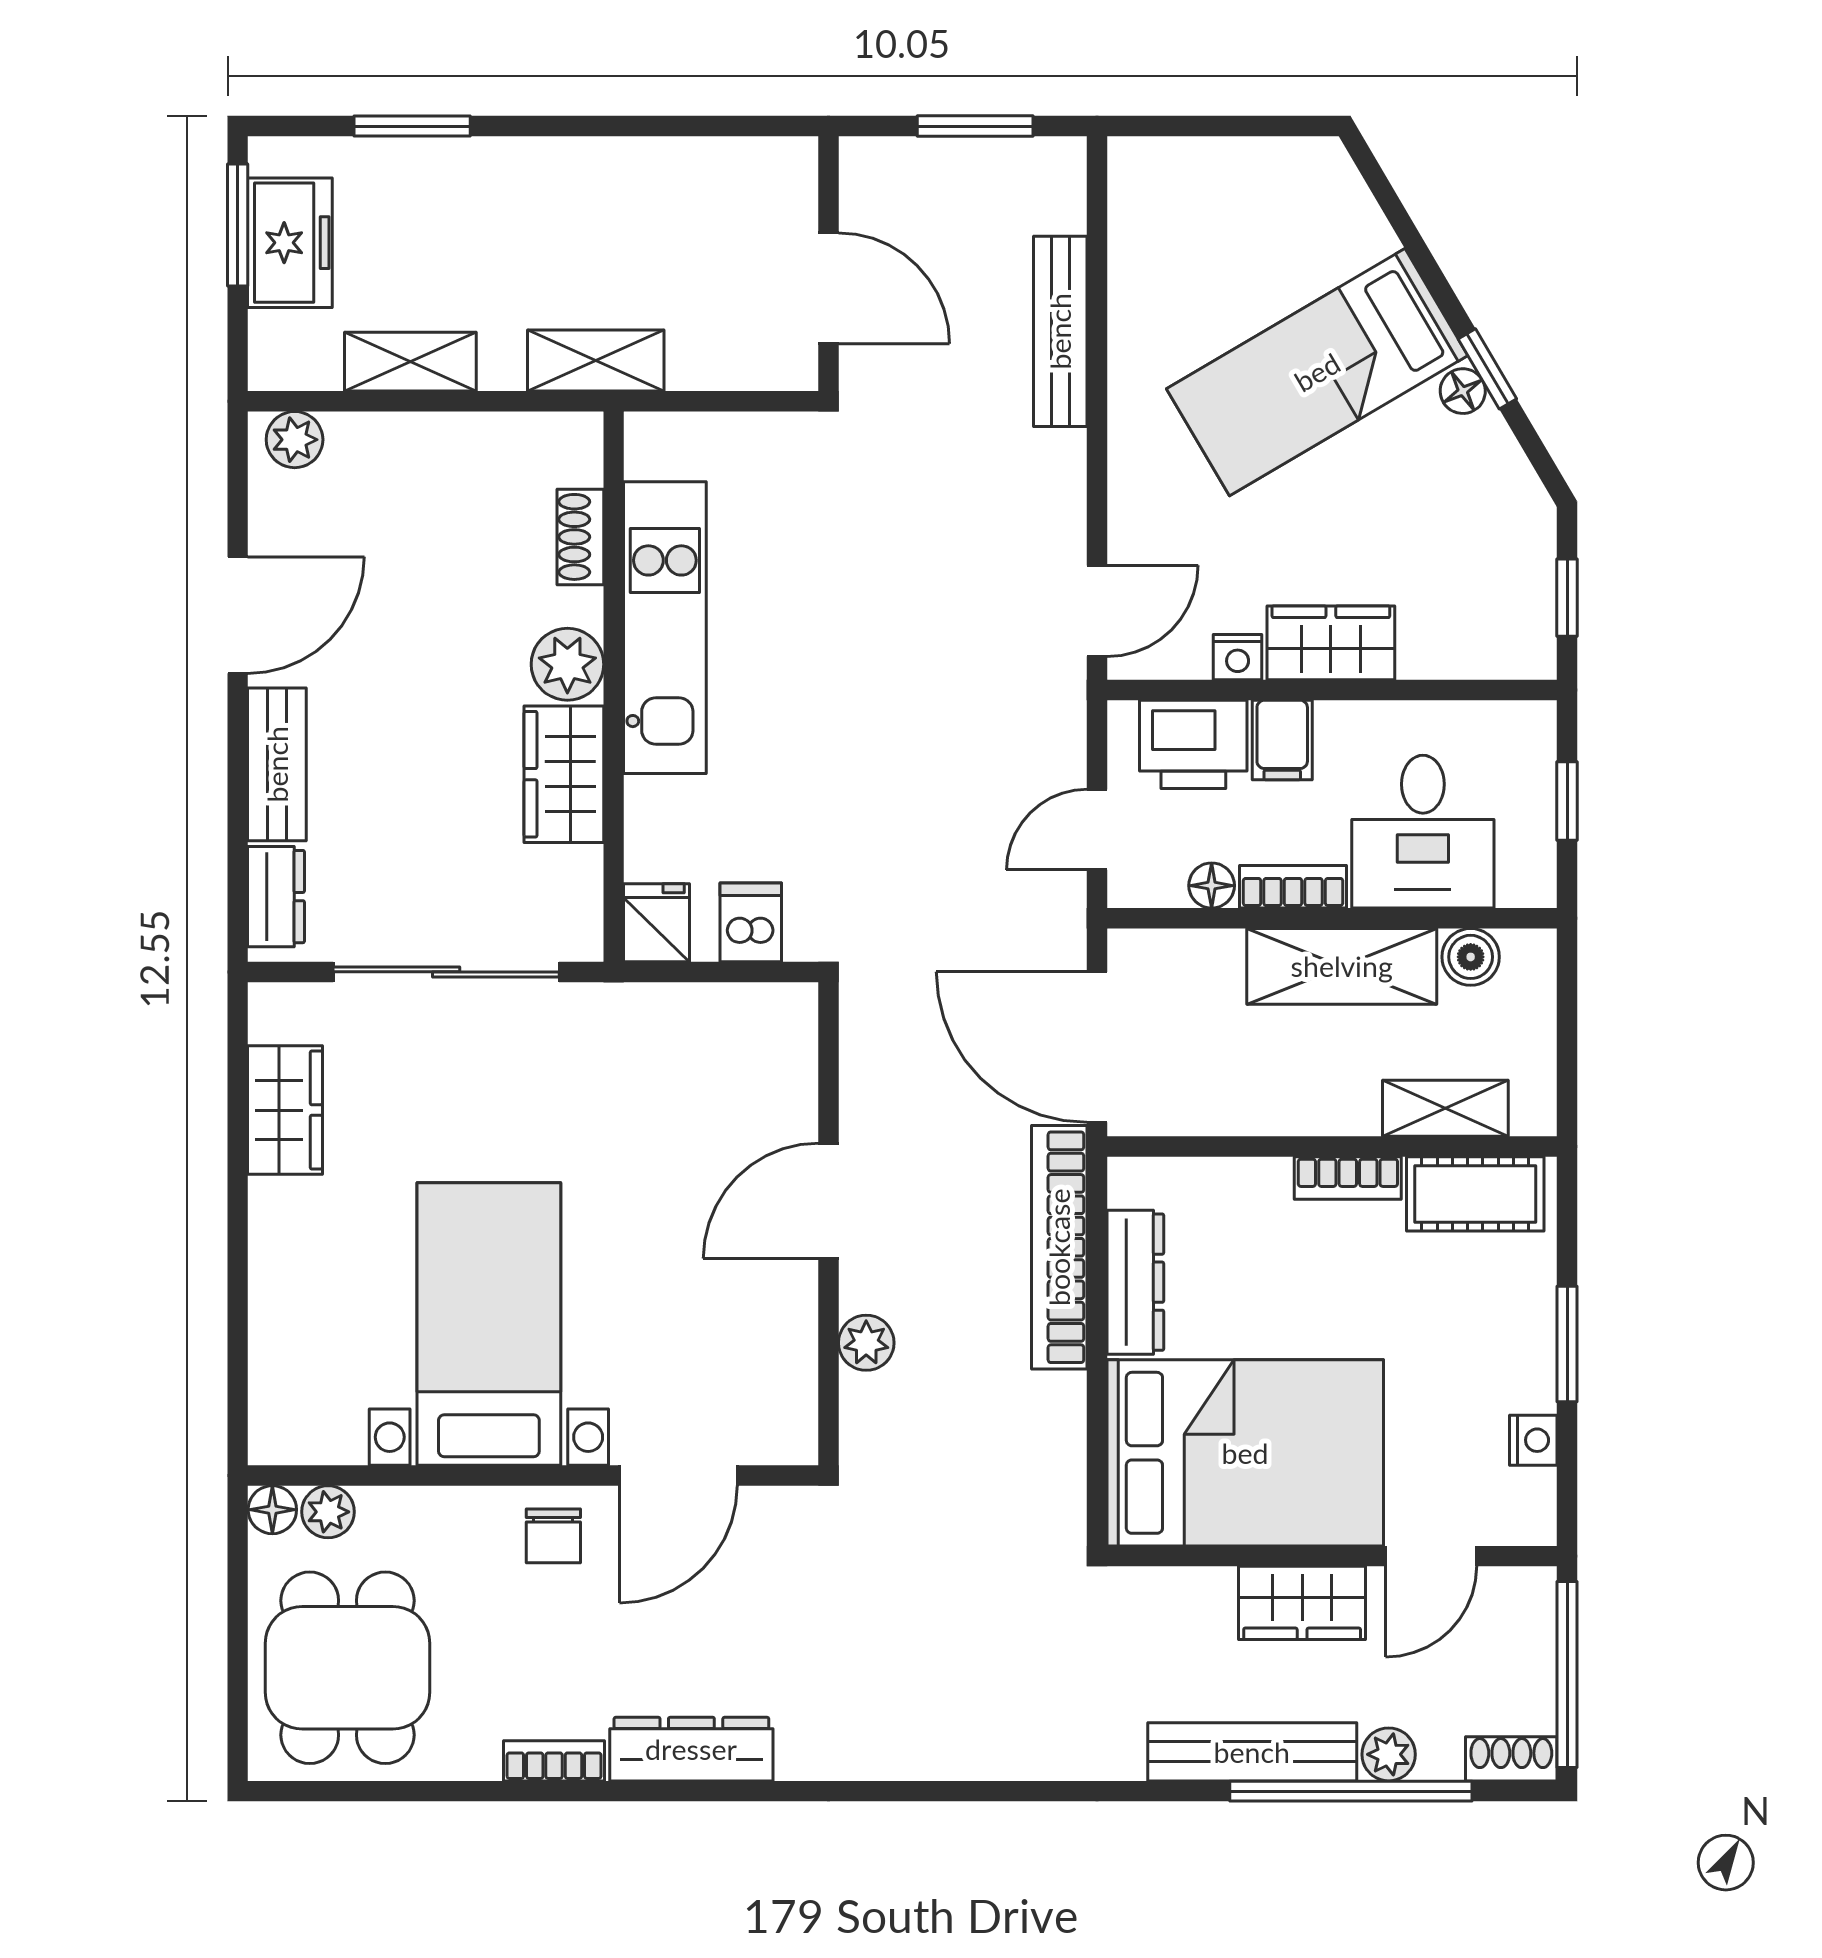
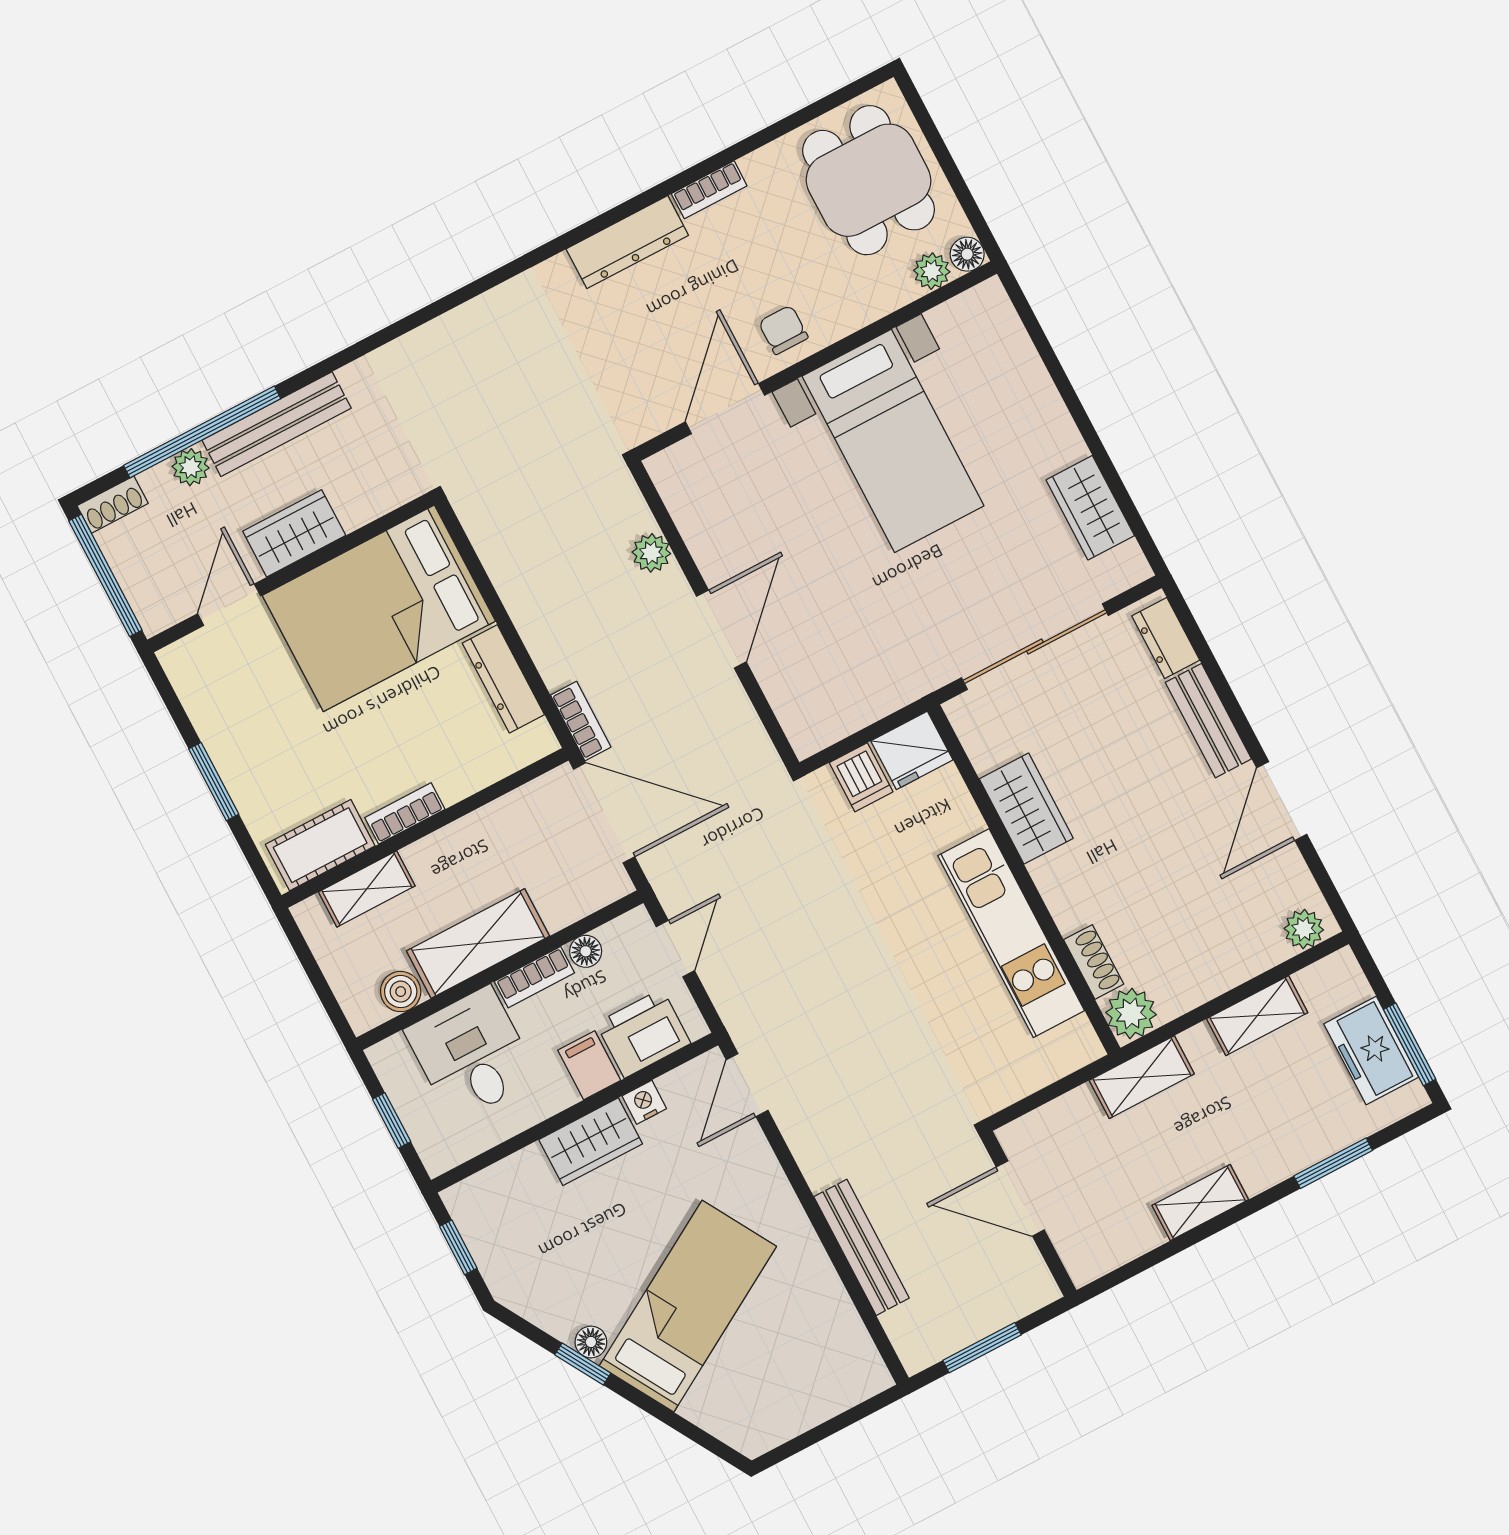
shelving: (605, 164) -> (1200, 1203), added
plant: (567, 664) -> (1131, 1014), moved
fridge: (657, 923) -> (912, 750), width x1.38
bookcase: (1059, 1247) -> (581, 721), width x0.43, depth x0.76
nightstand: (1533, 1440) -> (203, 711), removed

